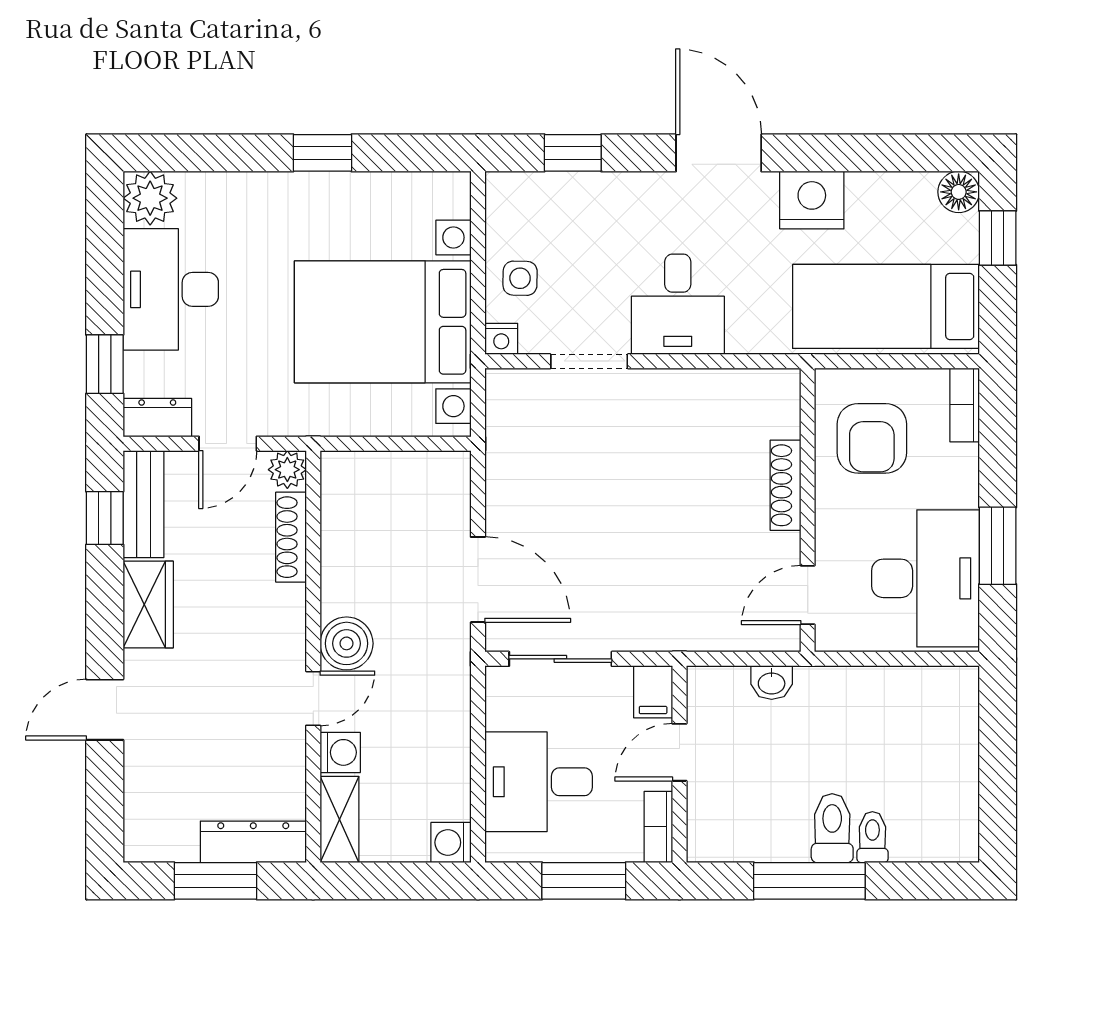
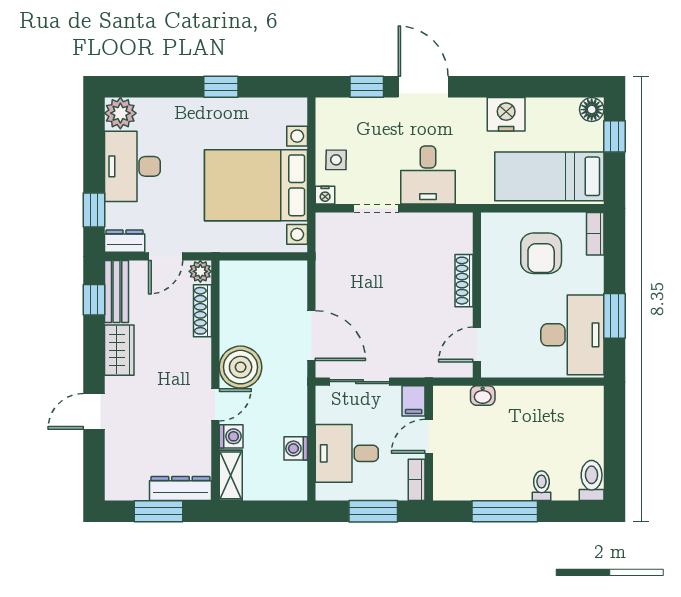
door: (719, 153) -> (423, 87), moved
shoe rack: (785, 485) -> (464, 281), moved
wall: (808, 510) -> (477, 295), moved
door: (808, 595) -> (477, 345), moved
boiler: (347, 643) -> (241, 367), width x1.37, depth x1.37
toilet: (832, 828) -> (592, 480), moved
washing machine: (451, 842) -> (296, 448), moved

